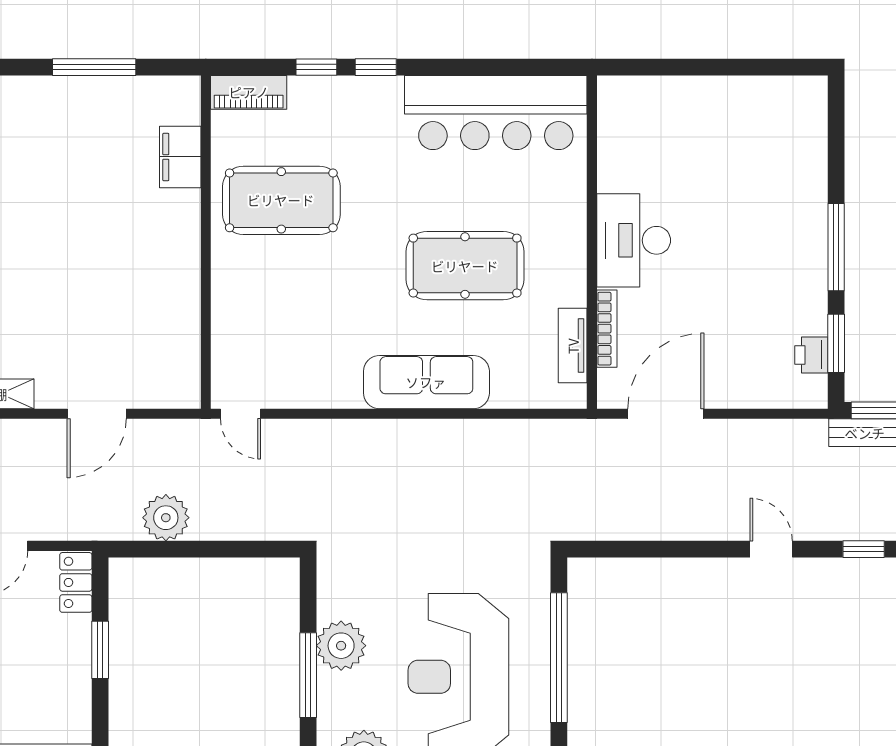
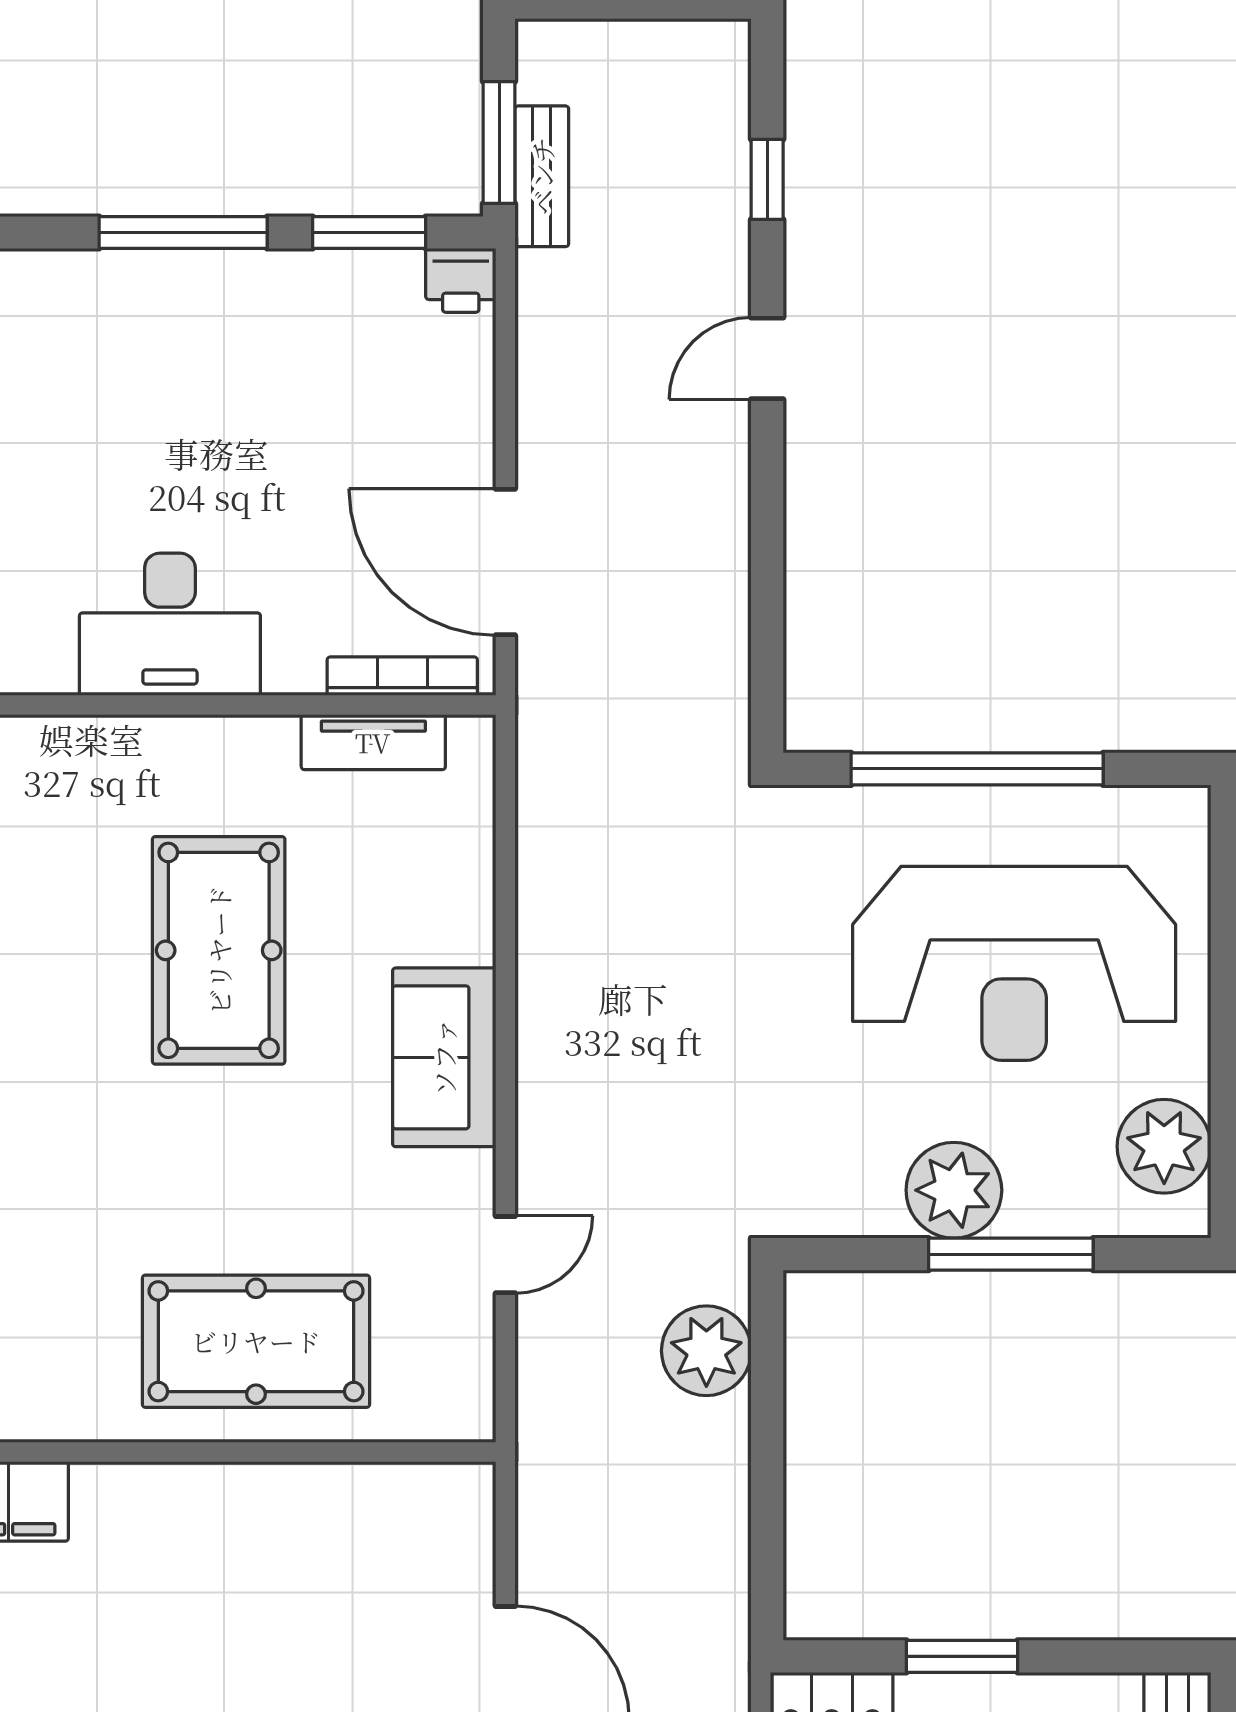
pool table: (281, 200) -> (256, 1341), moved, turned 90
bookcase: (607, 329) -> (402, 676), moved
printer: (811, 355) -> (461, 280), moved
sofa: (426, 382) -> (444, 1057), width x0.73
door: (240, 414) -> (505, 1255), moved
plant: (166, 518) -> (706, 1351), moved

